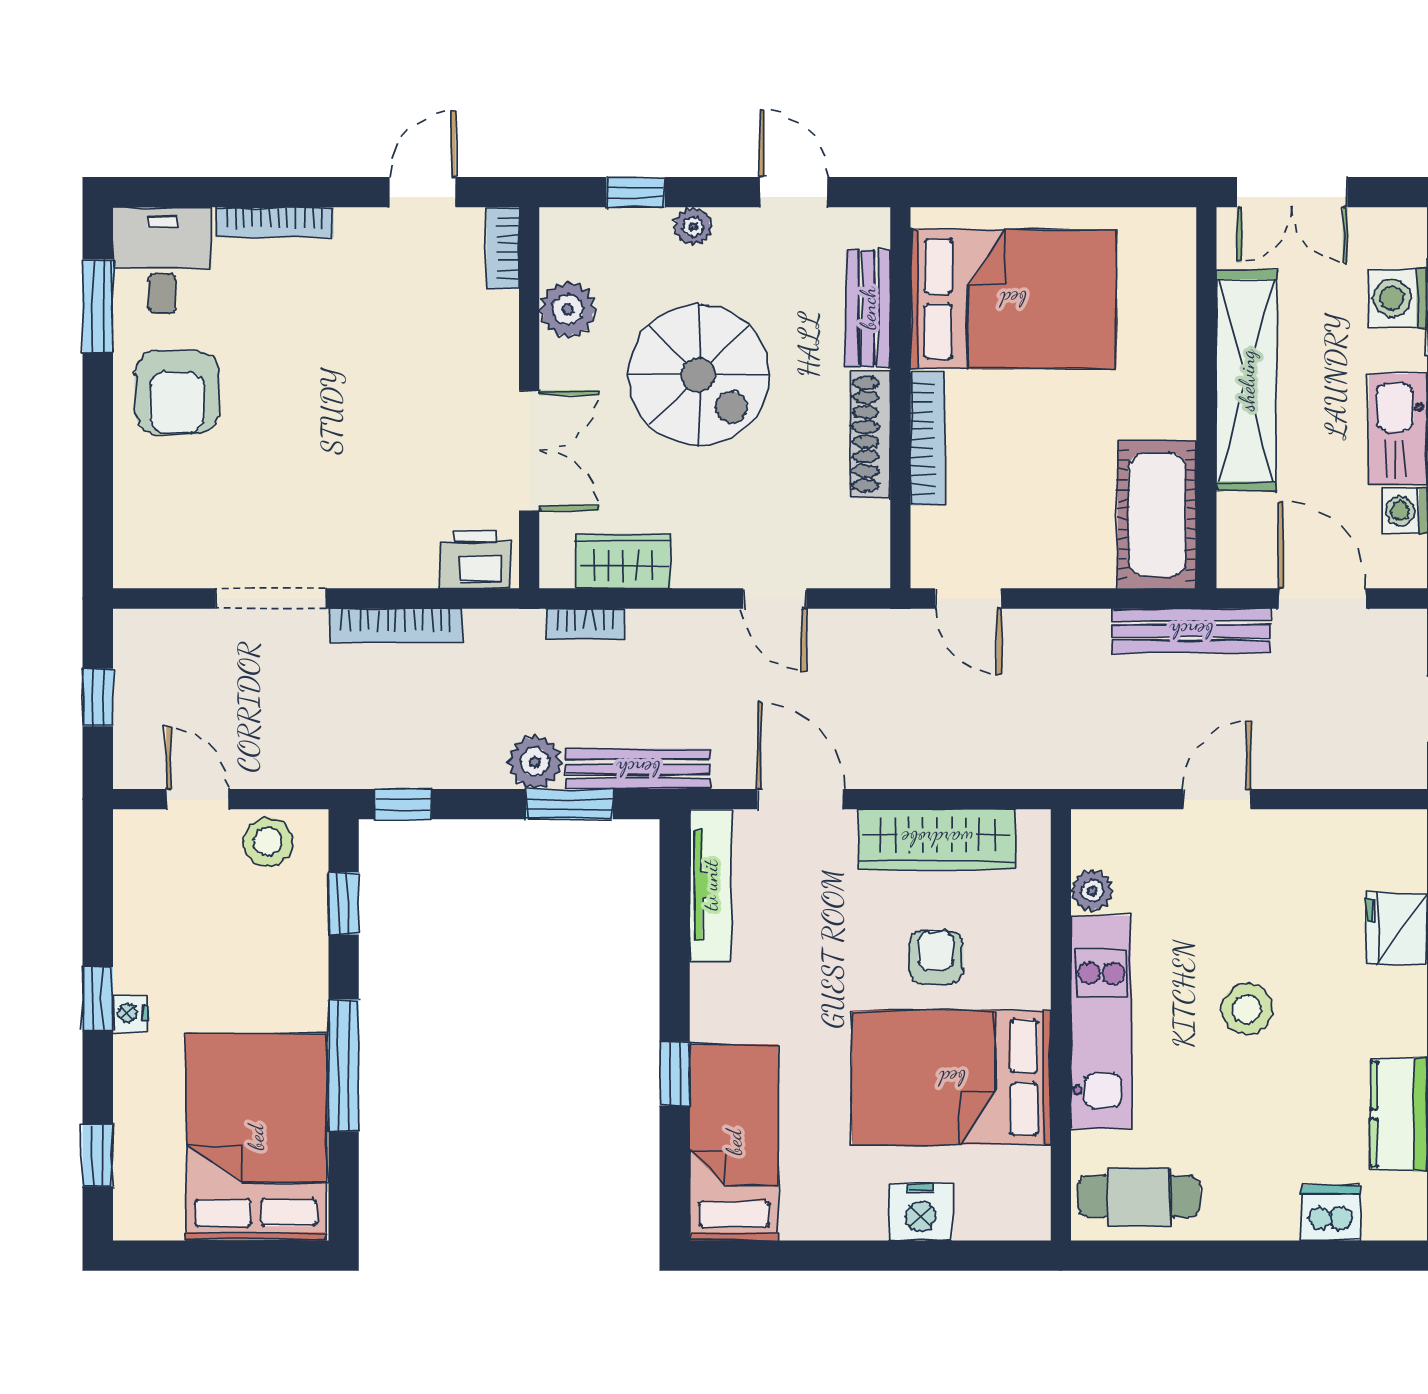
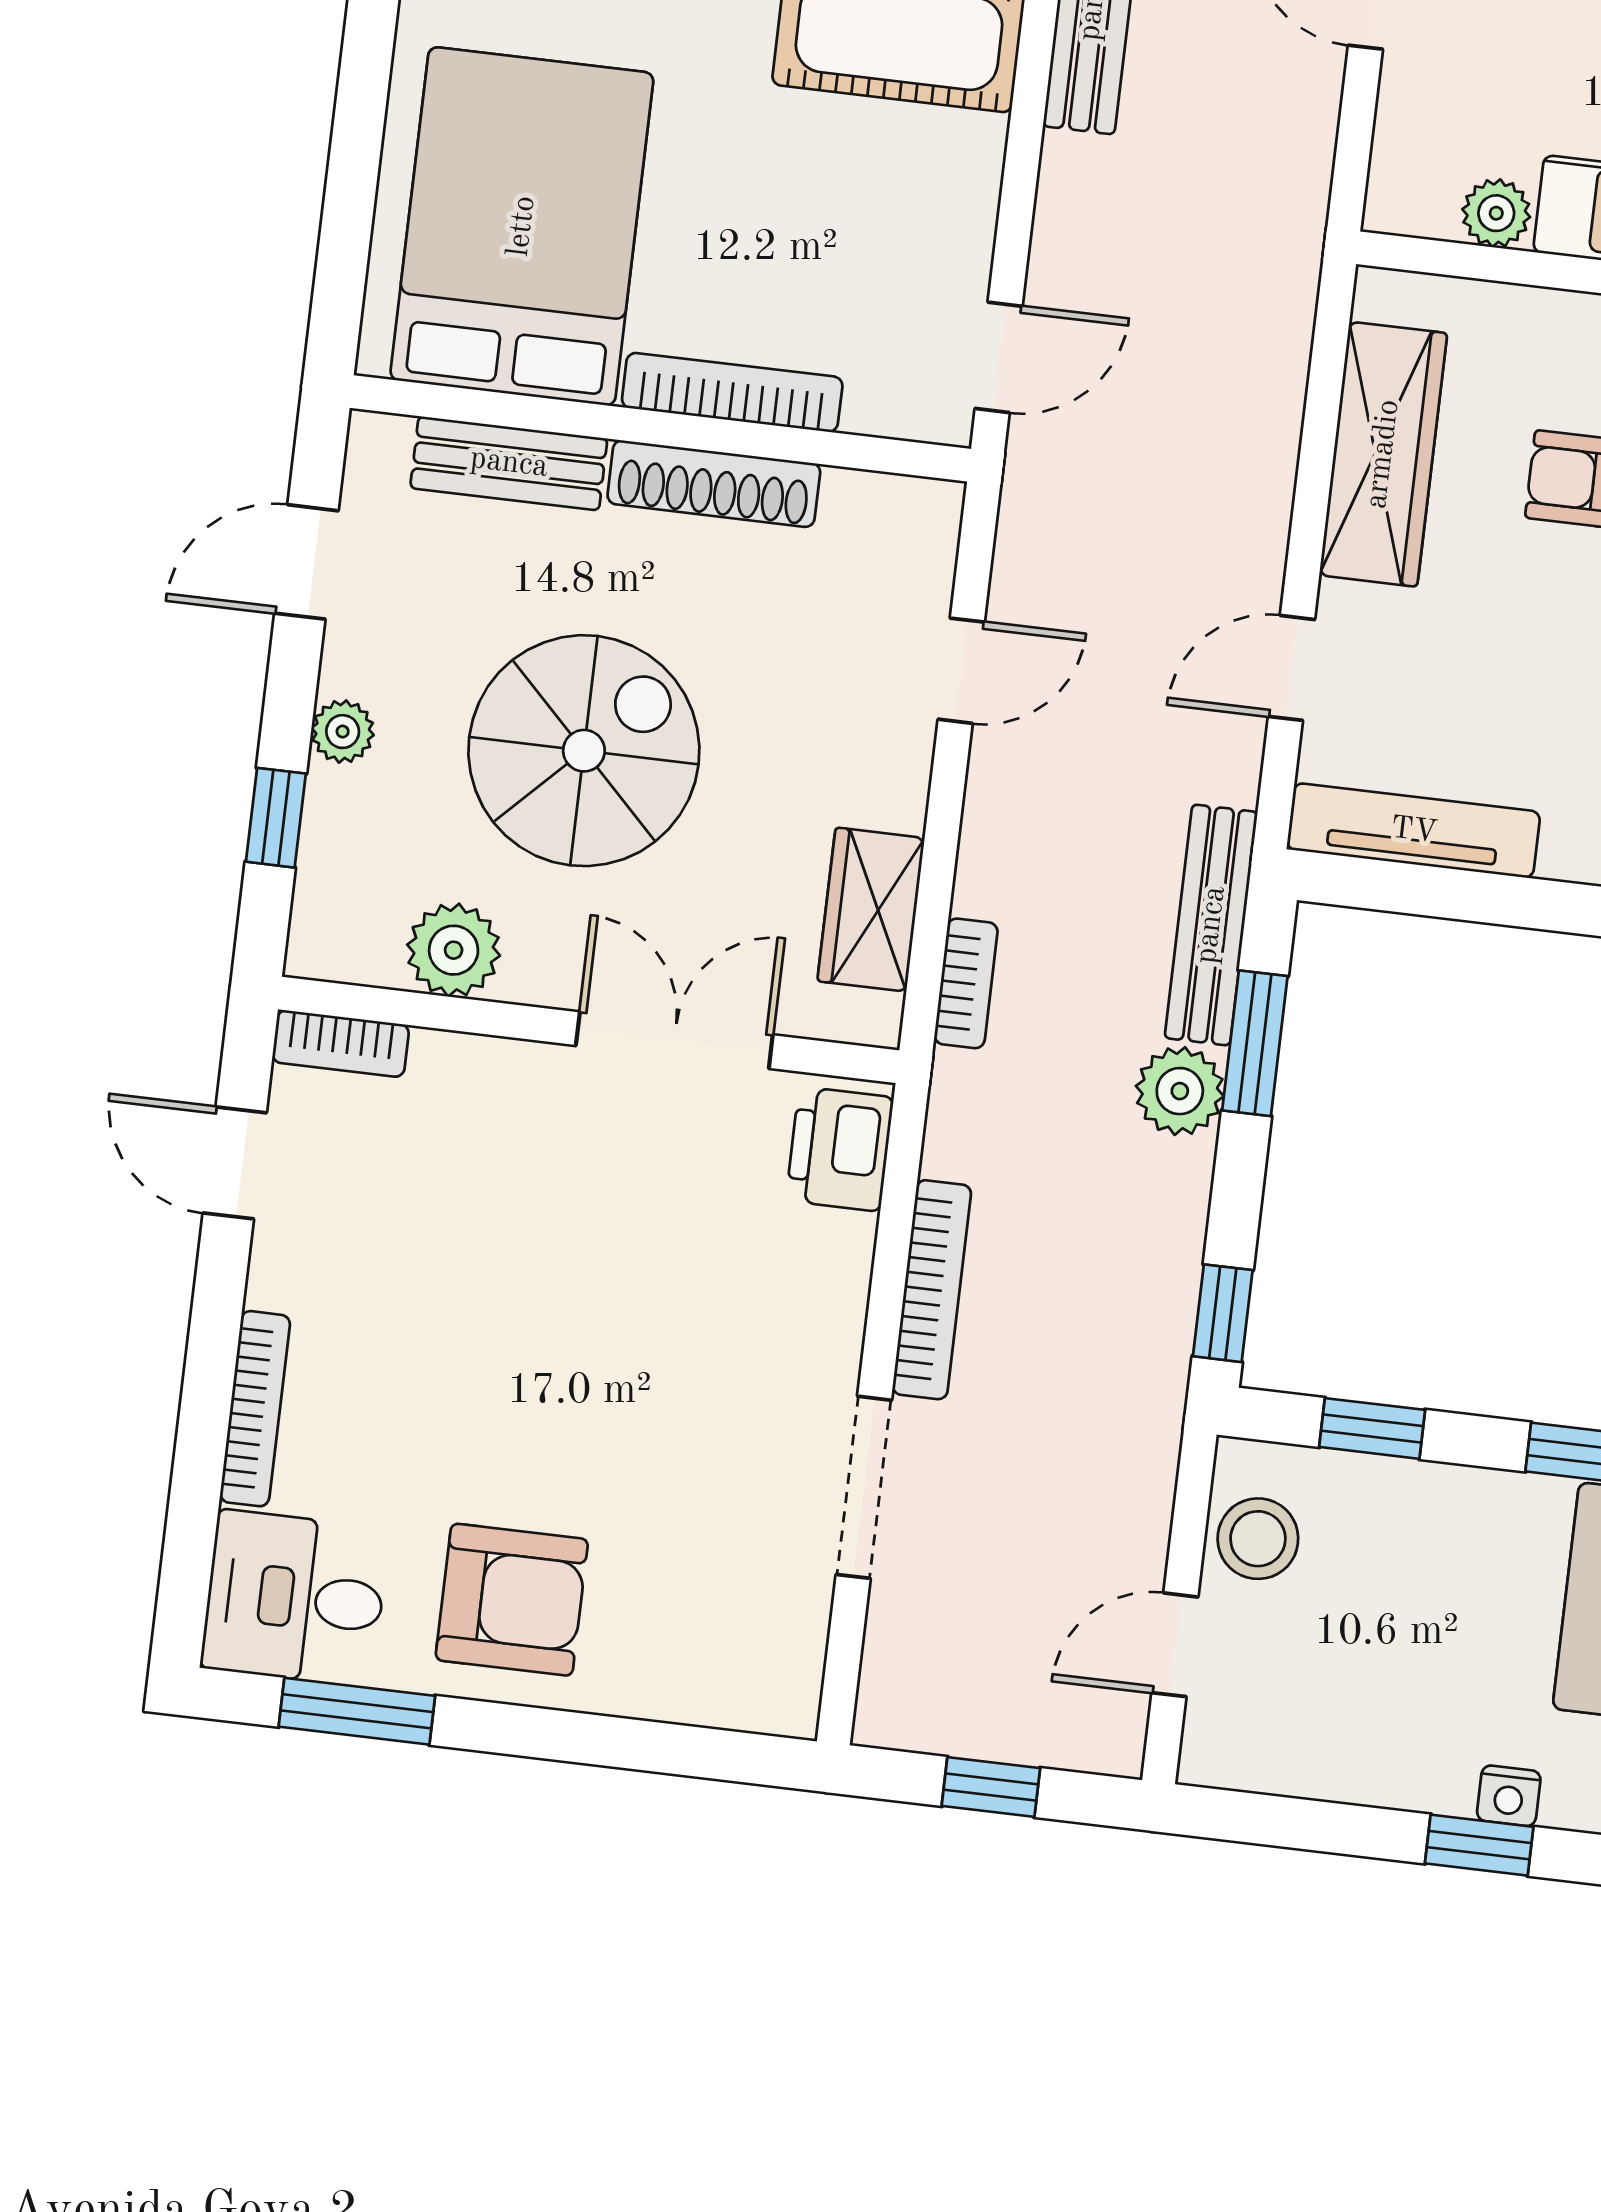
door: (800, 799) -> (1291, 668), width x0.73

